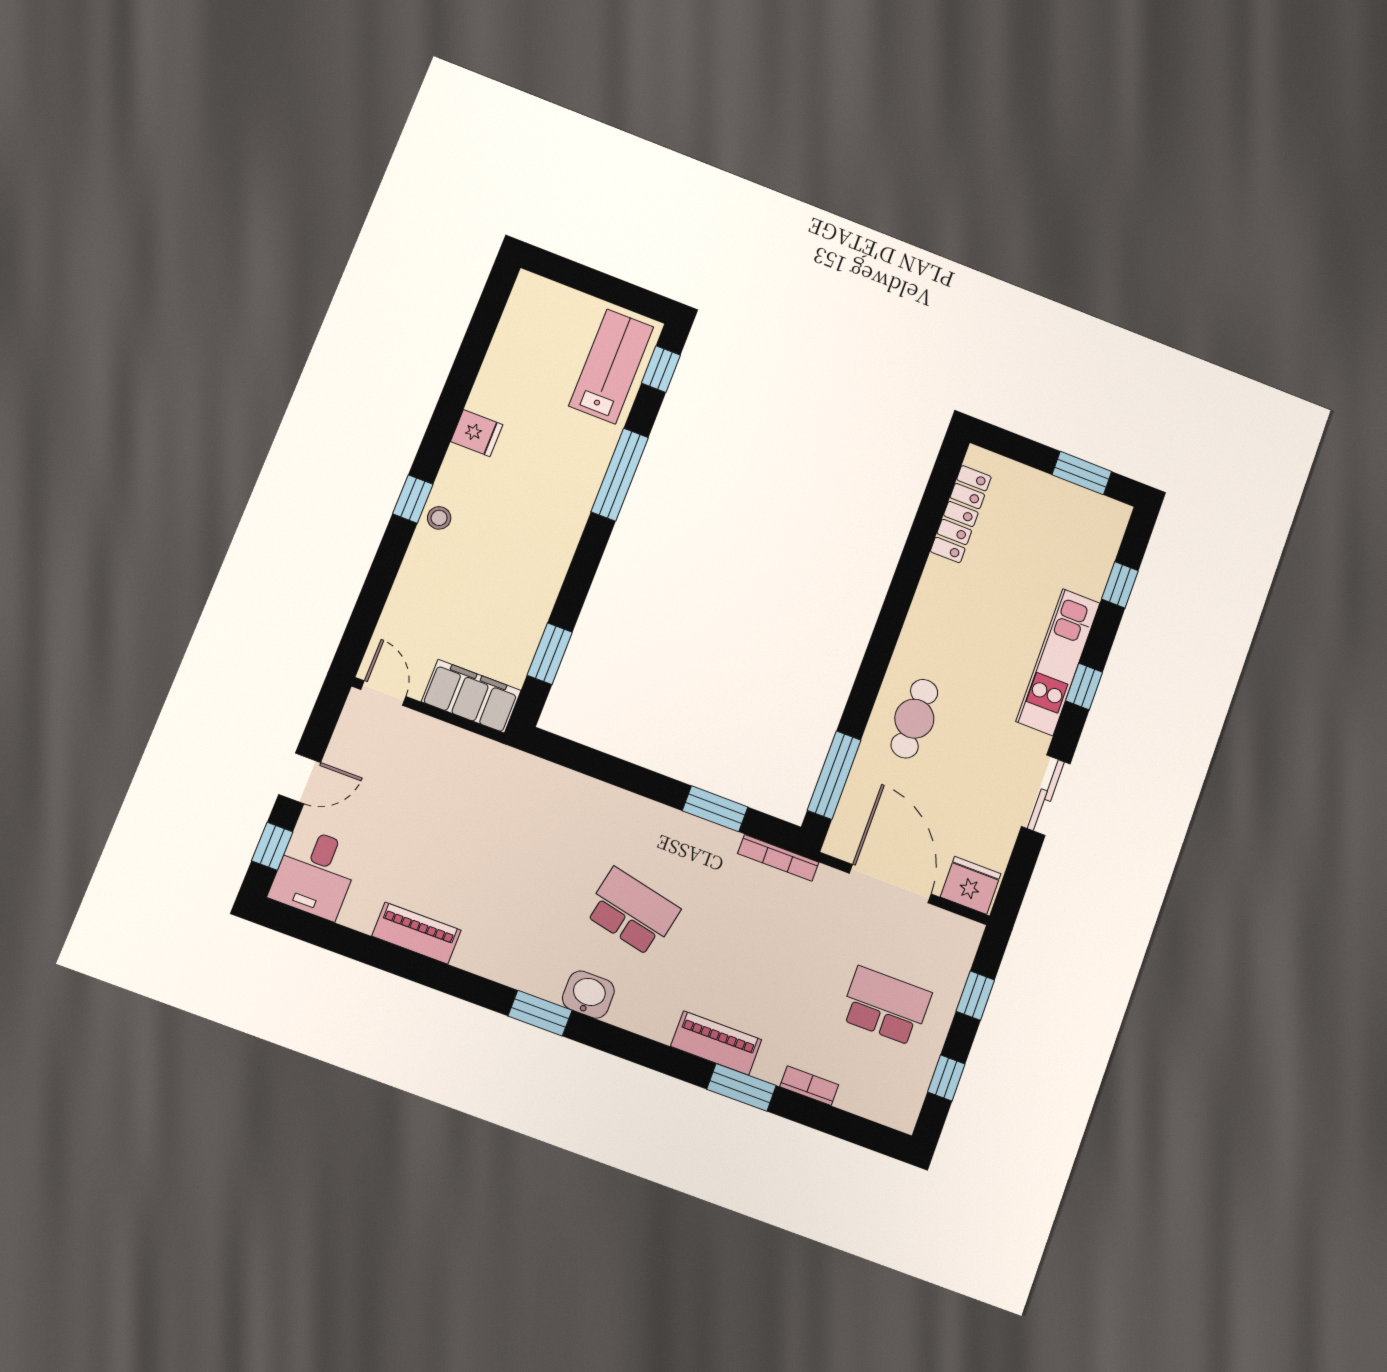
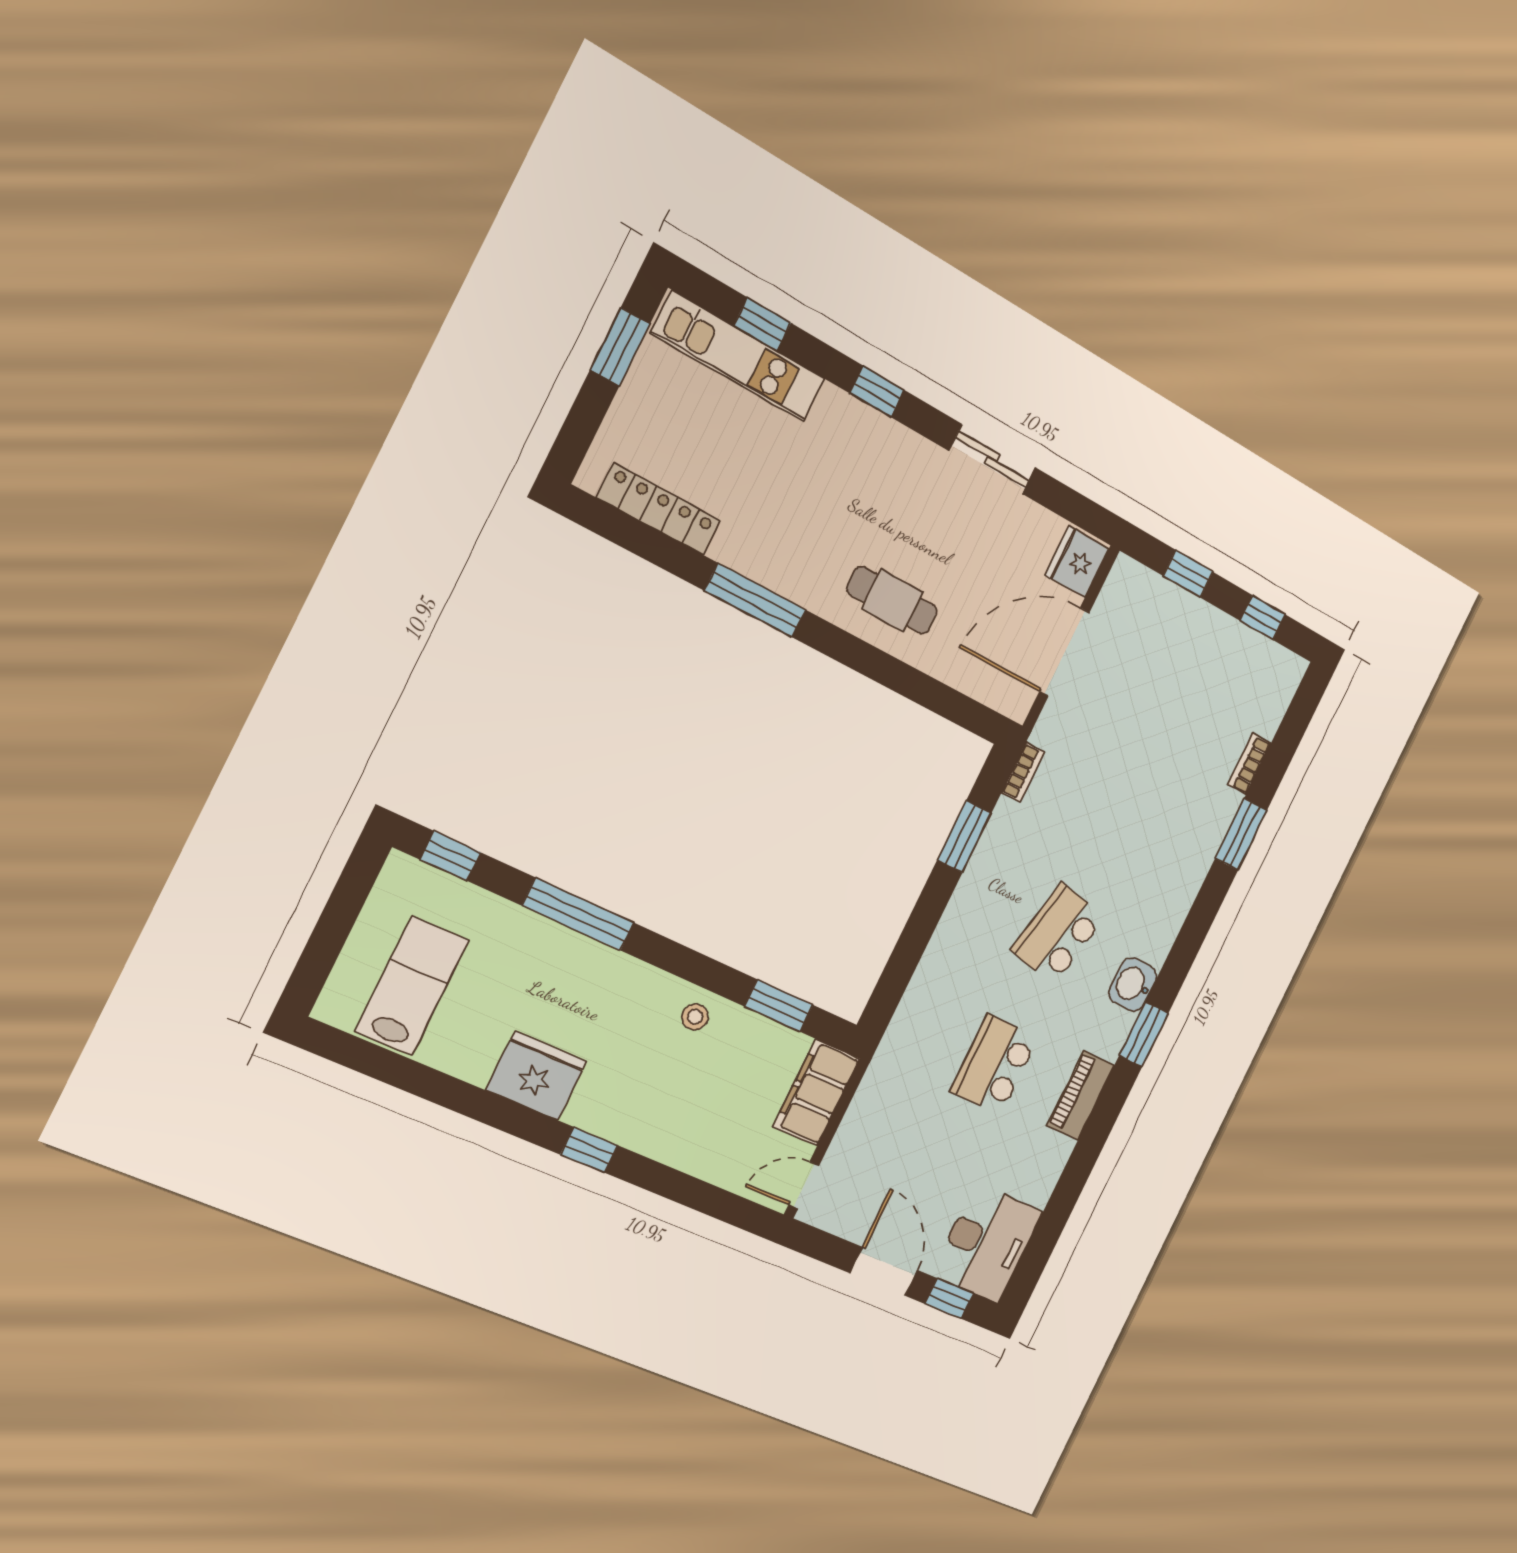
lab bench: (611, 366) -> (412, 986), moved, turned 90
fridge: (477, 433) -> (536, 1076), width x1.88, depth x1.34
stool: (439, 518) -> (695, 1017), moved
kitchen unit: (1058, 662) -> (738, 356), moved
window: (834, 775) -> (755, 600), moved
door: (300, 778) -> (884, 1272), width x1.38
bookcase: (778, 858) -> (1023, 772), width x0.64
desk: (315, 873) -> (987, 1243), width x1.37
piano: (416, 933) -> (1081, 1095), moved
school desk: (886, 1006) -> (994, 1064), moved
piano: (716, 1043) -> (1196, 856), removed

